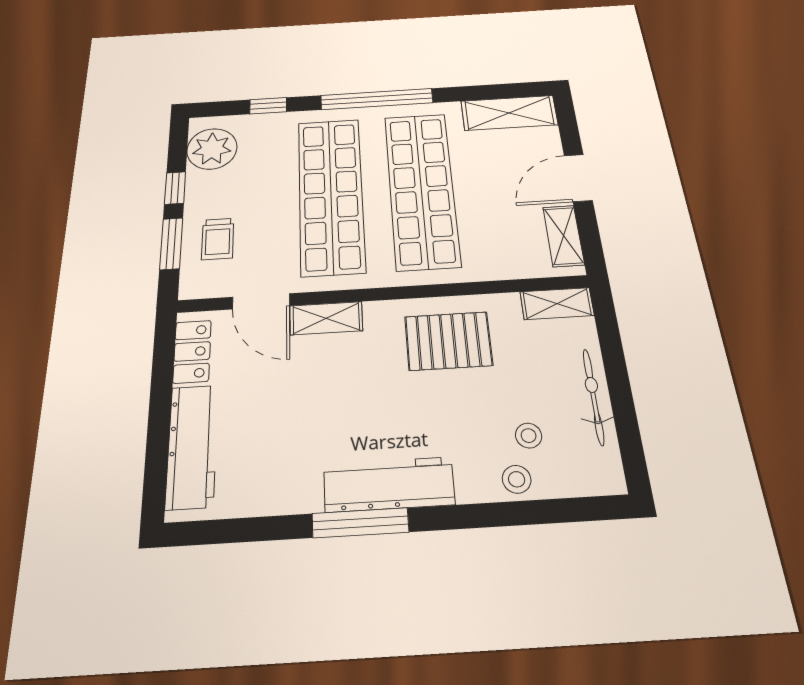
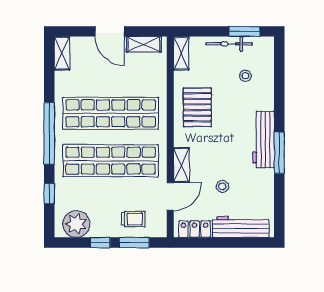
shelving: (509, 113) -> (62, 53), width x0.67, depth x0.75
window: (627, 428) -> (245, 31), added
stool: (517, 479) -> (222, 186), moved

